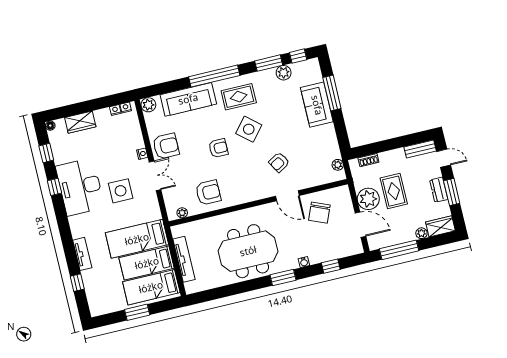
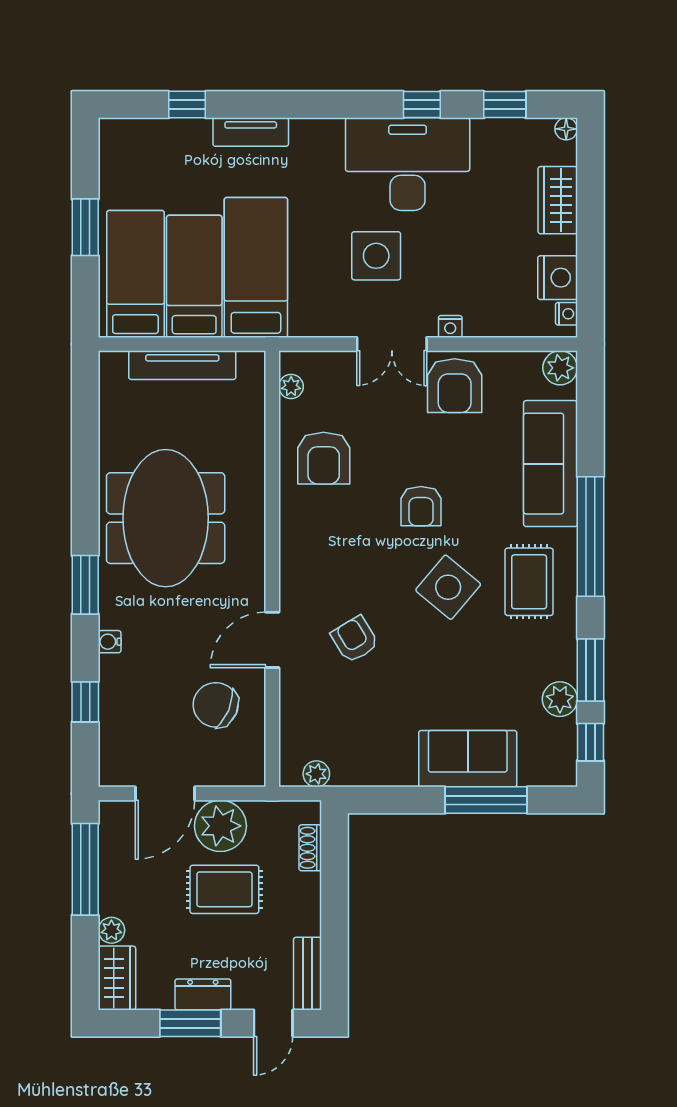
nightstand: (115, 110) -> (558, 278), width x1.89, depth x1.79

